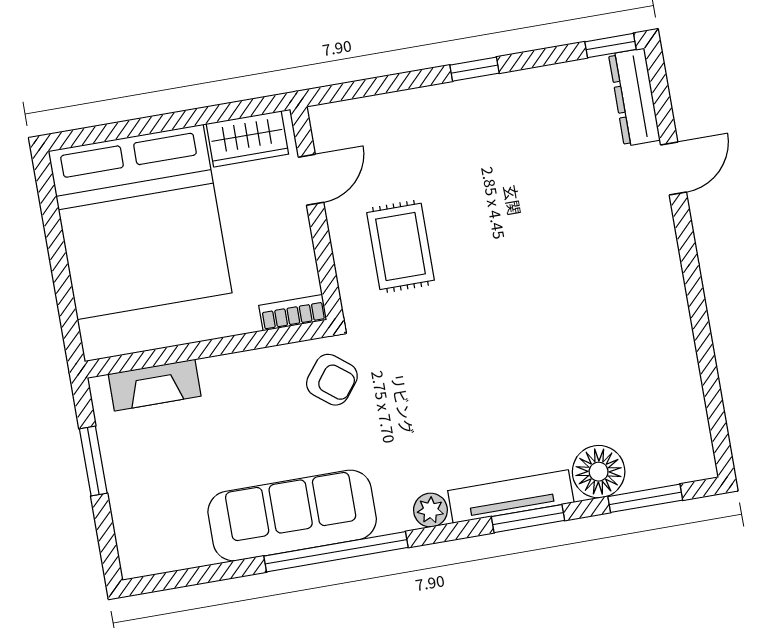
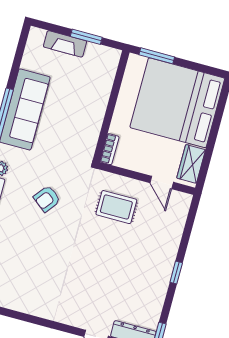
window: (66, 305) -> (157, 56), added
armchair: (332, 380) -> (47, 199), moved
fireplace: (155, 385) -> (65, 44), moved, turned -90

